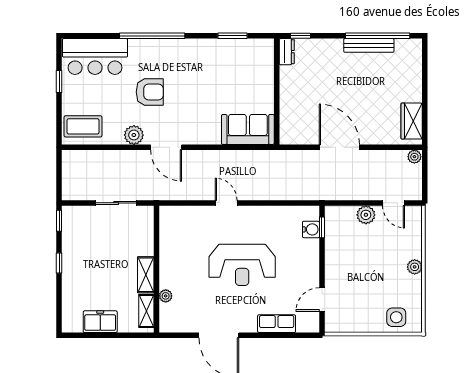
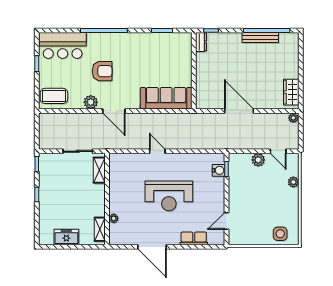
sofa: (248, 129) -> (166, 98), width x1.36
plant: (415, 267) -> (293, 182), moved
shelving: (146, 275) -> (99, 170), moved

